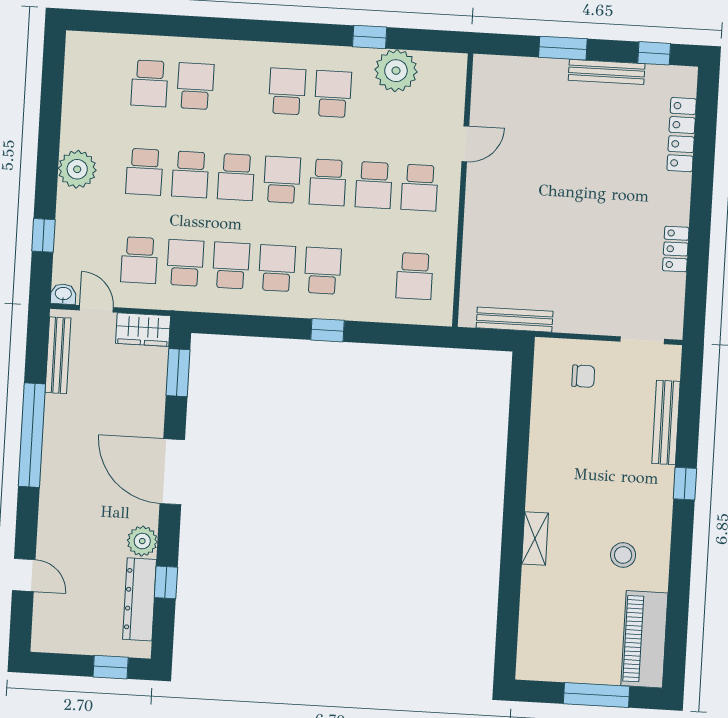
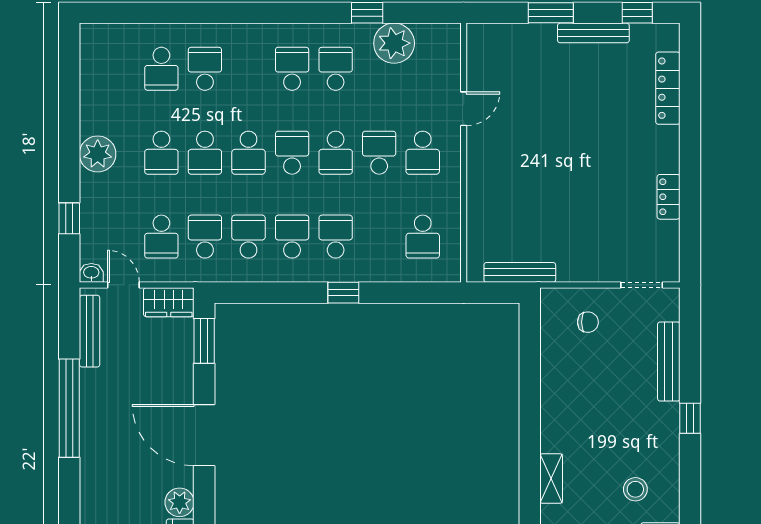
school desk: (374, 185) -> (379, 153), turned 180

